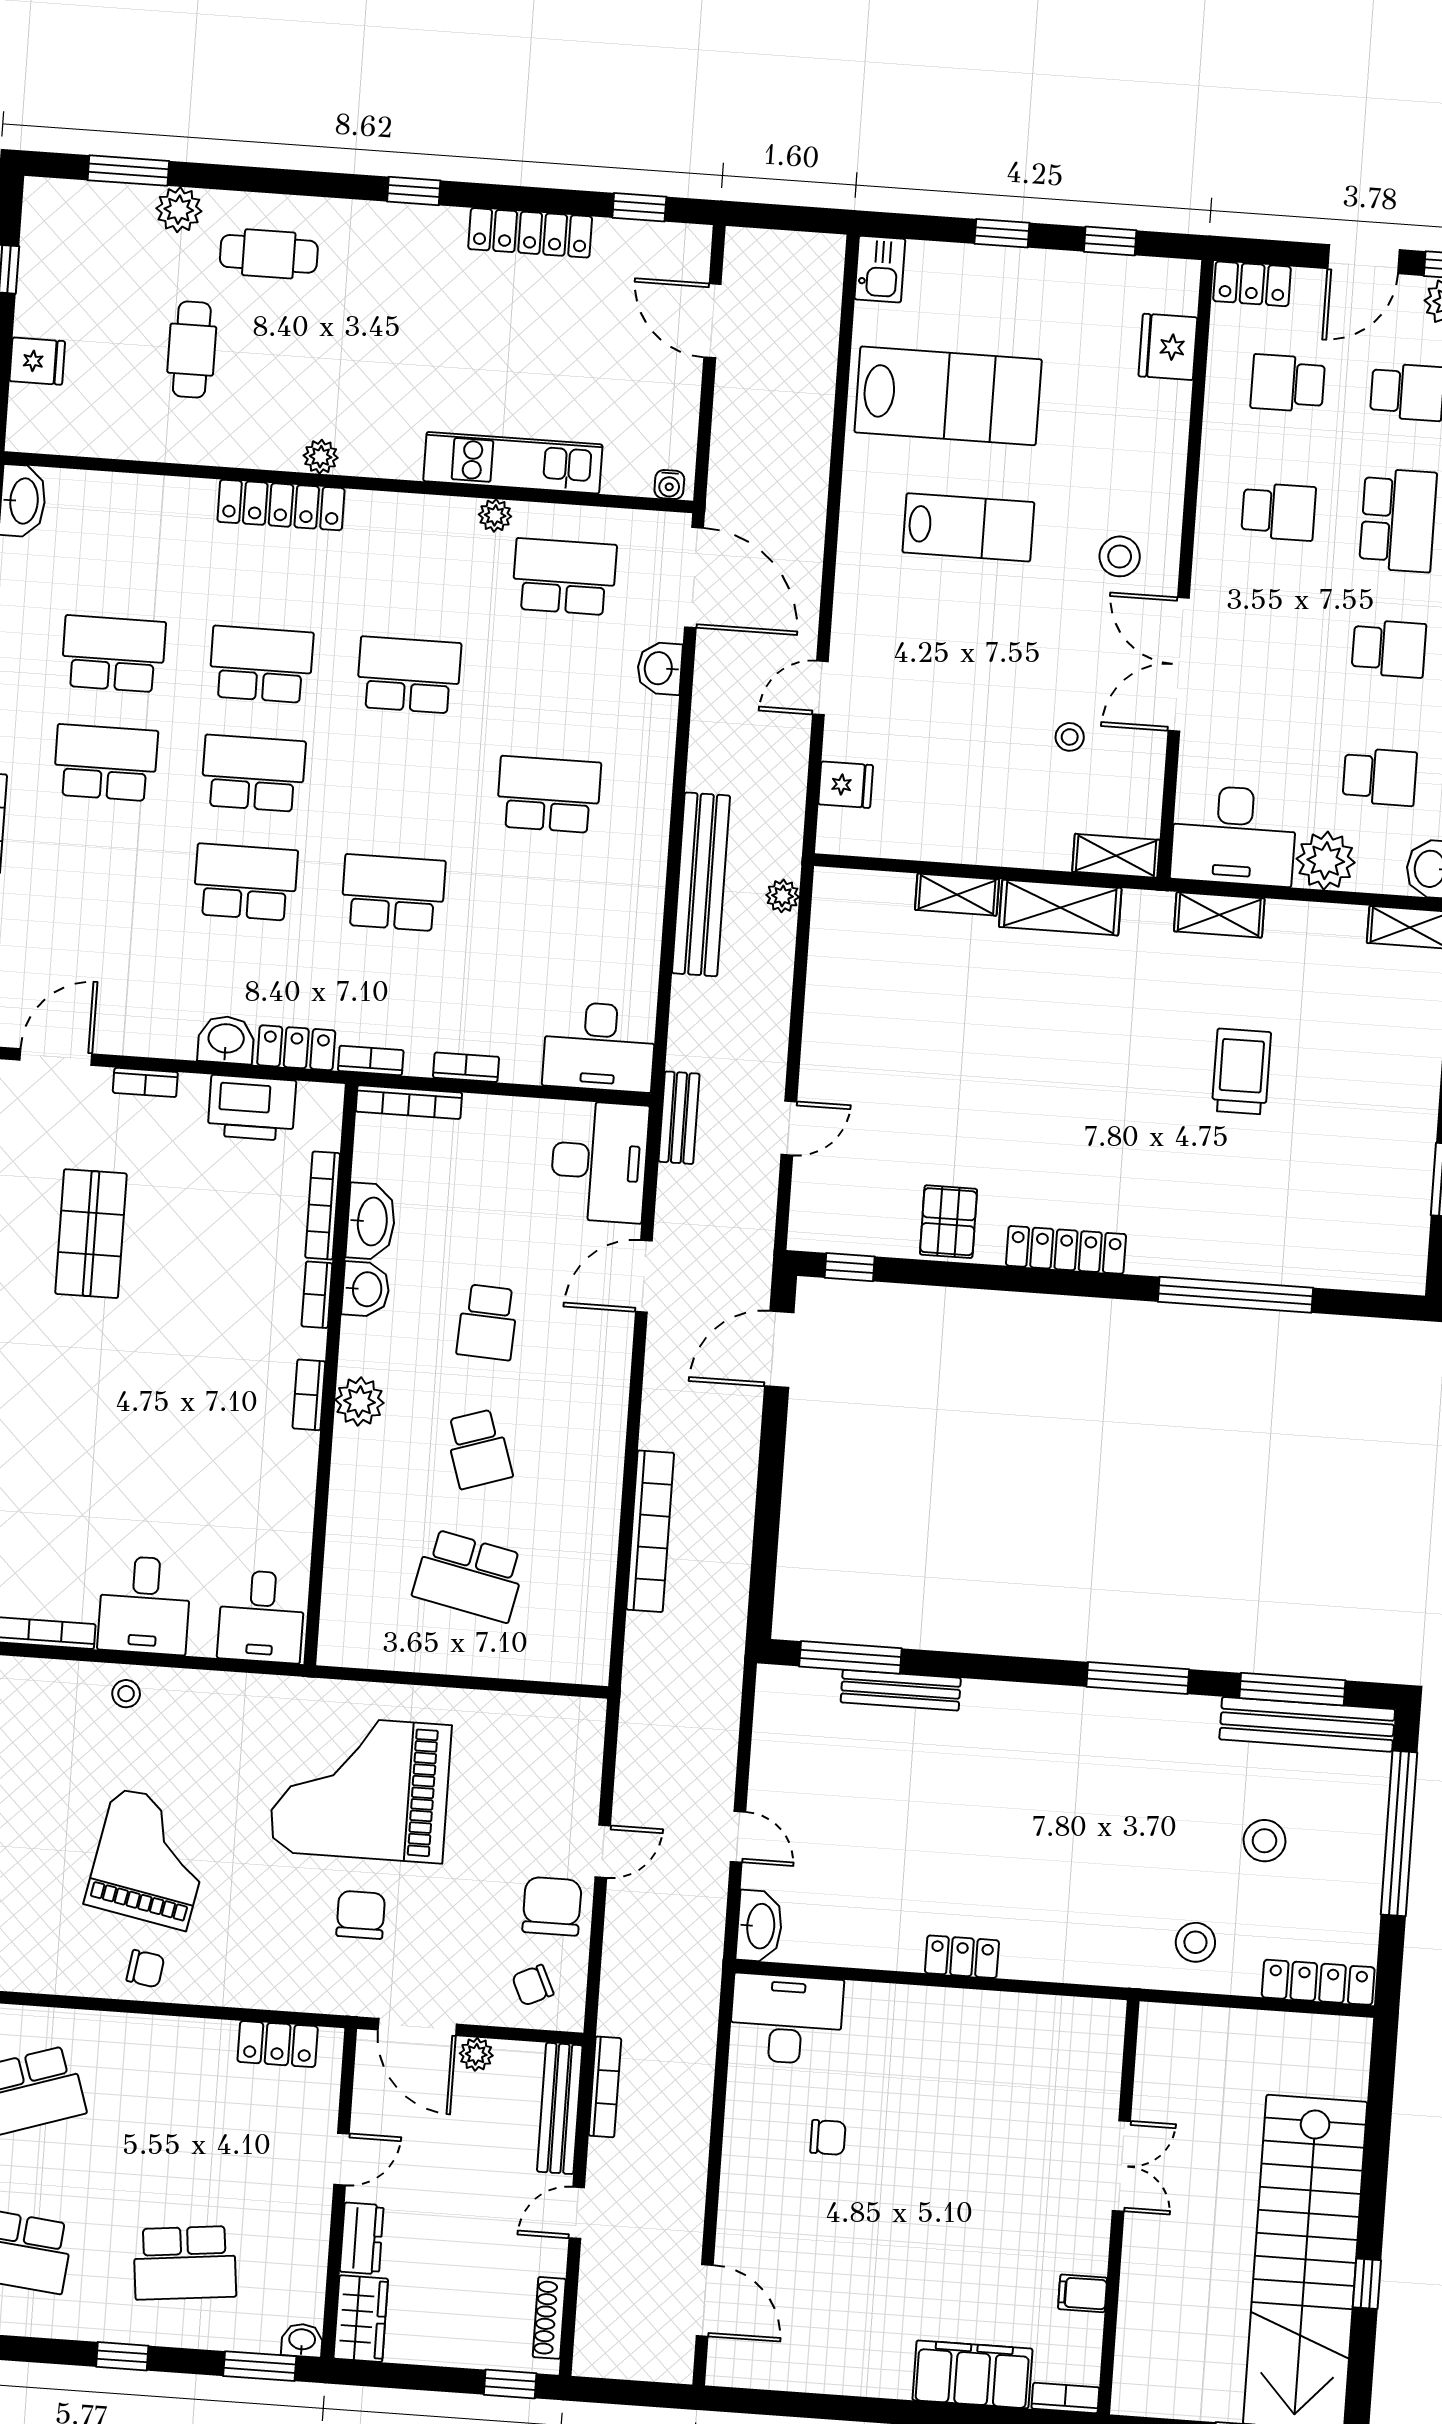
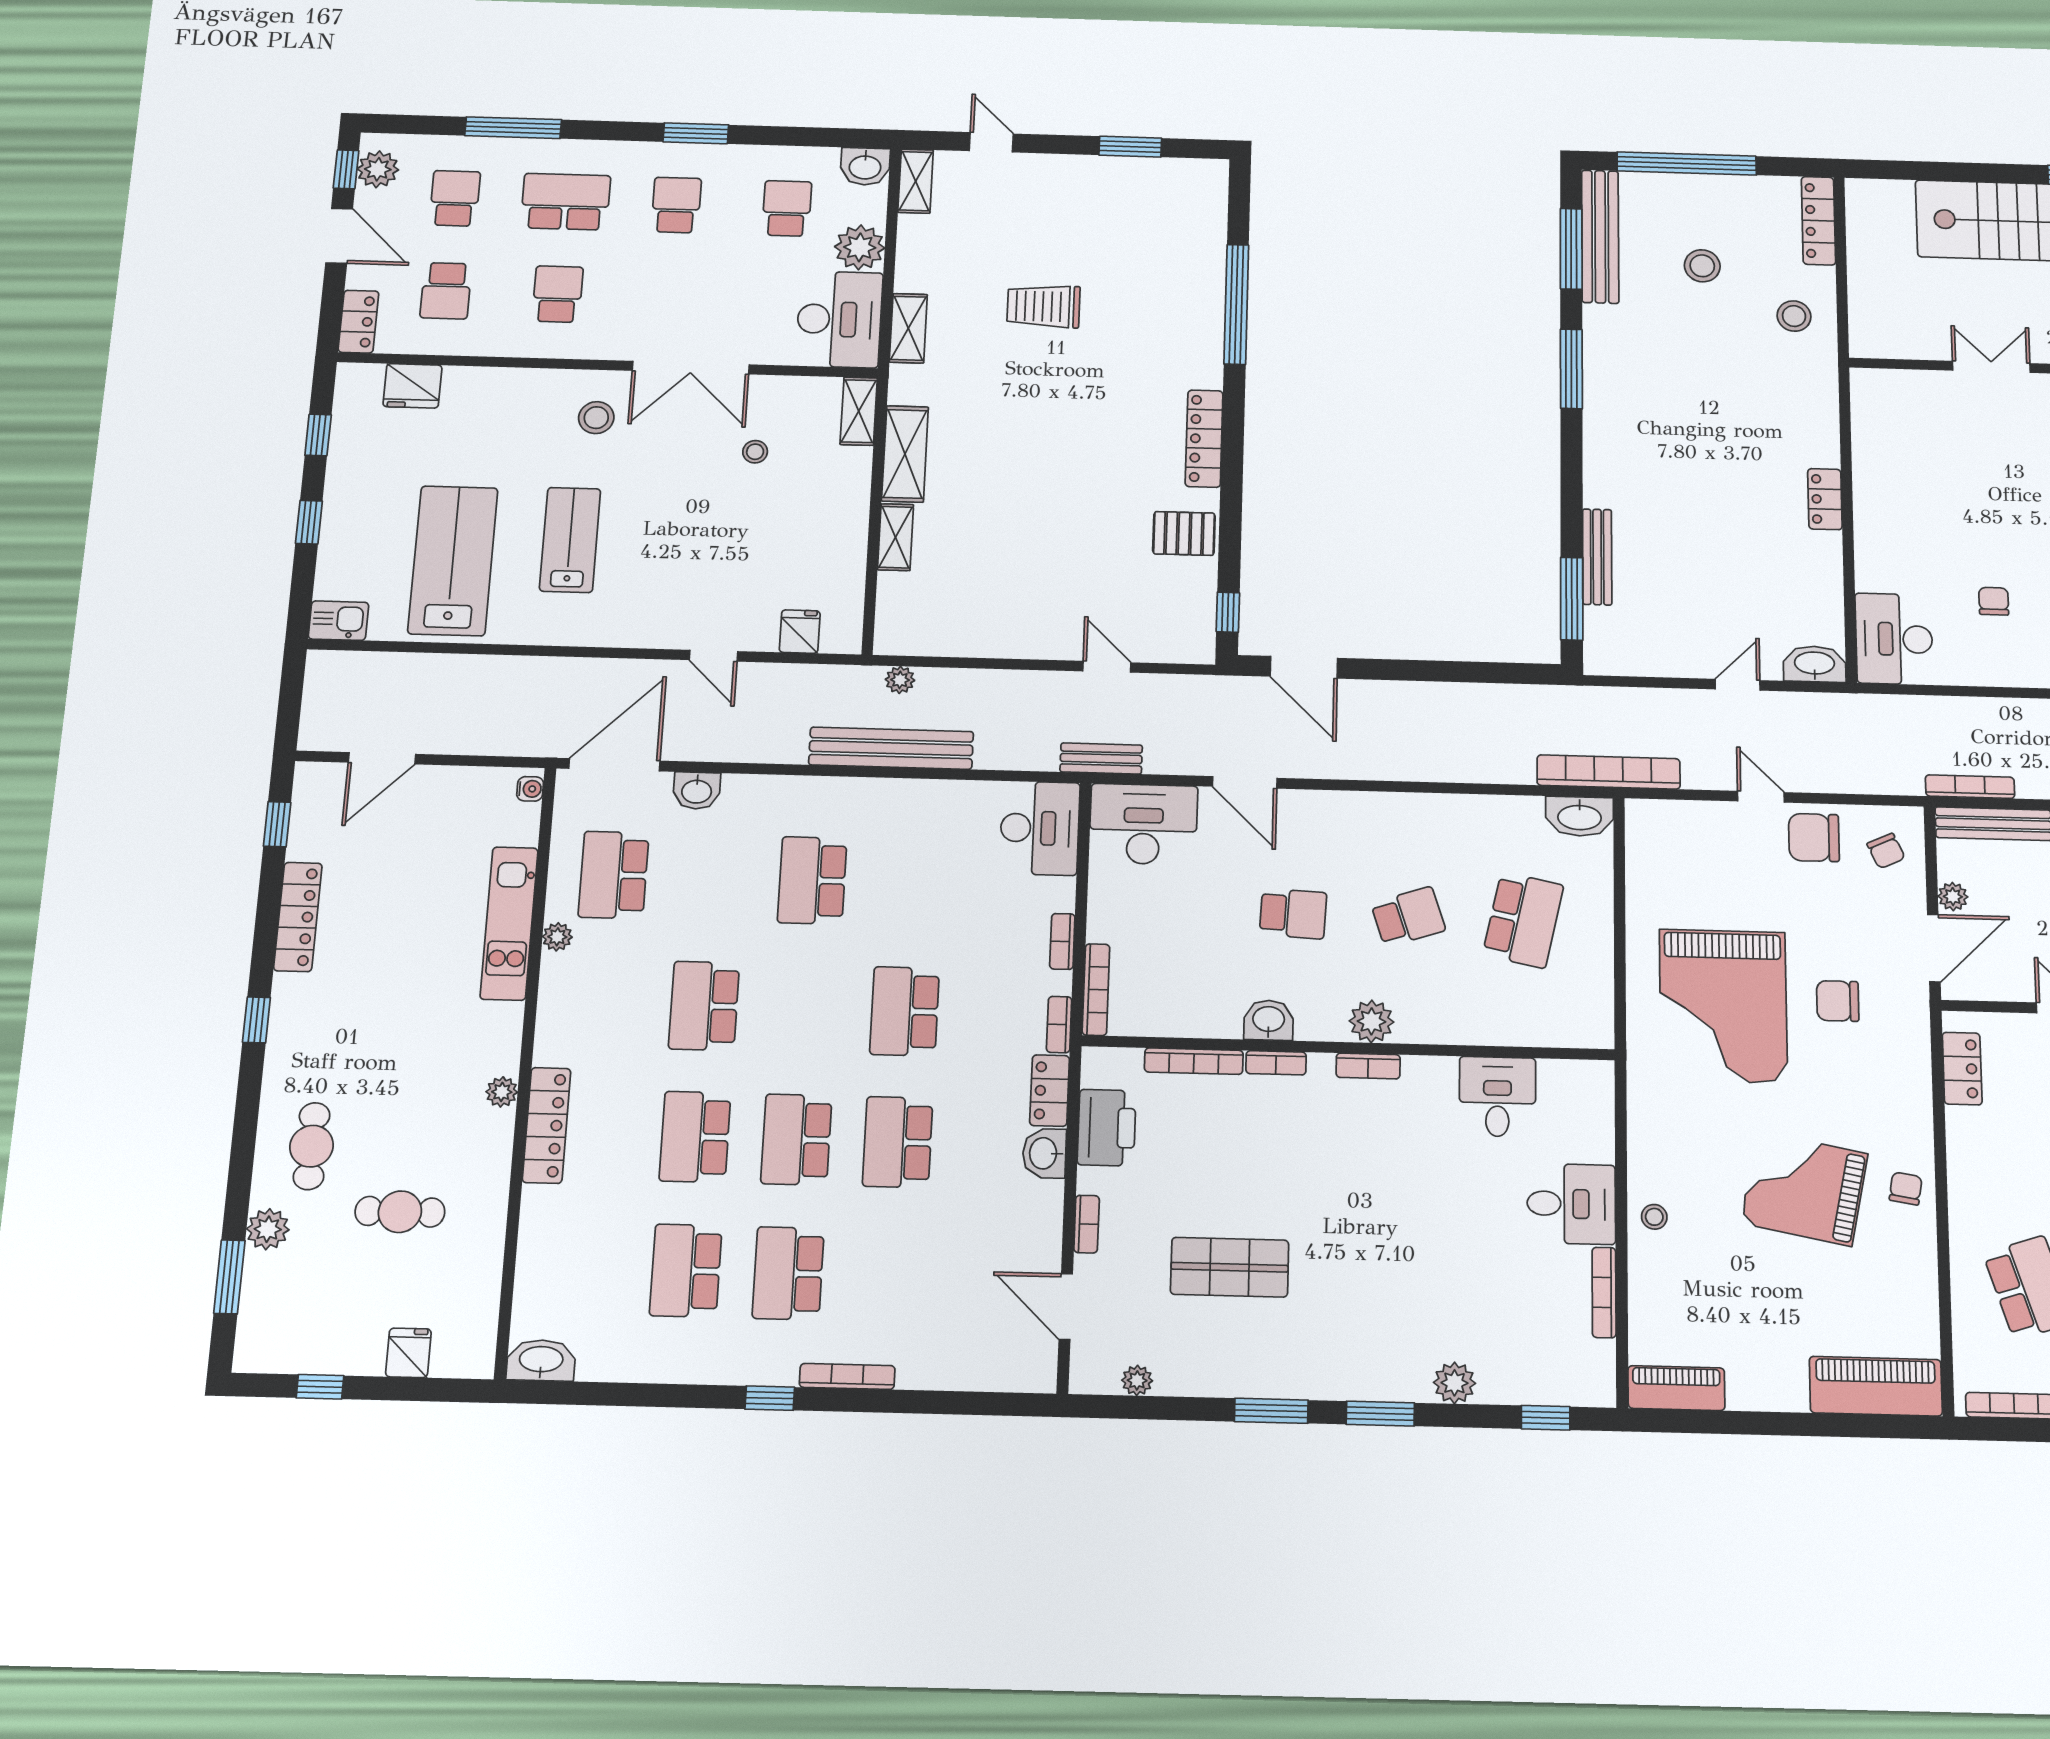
washbasin: (371, 1221) -> (1580, 816), moved, turned 180
bookcase: (650, 1531) -> (1609, 772), moved
desk: (261, 1616) -> (1497, 1097), moved, turned -90

